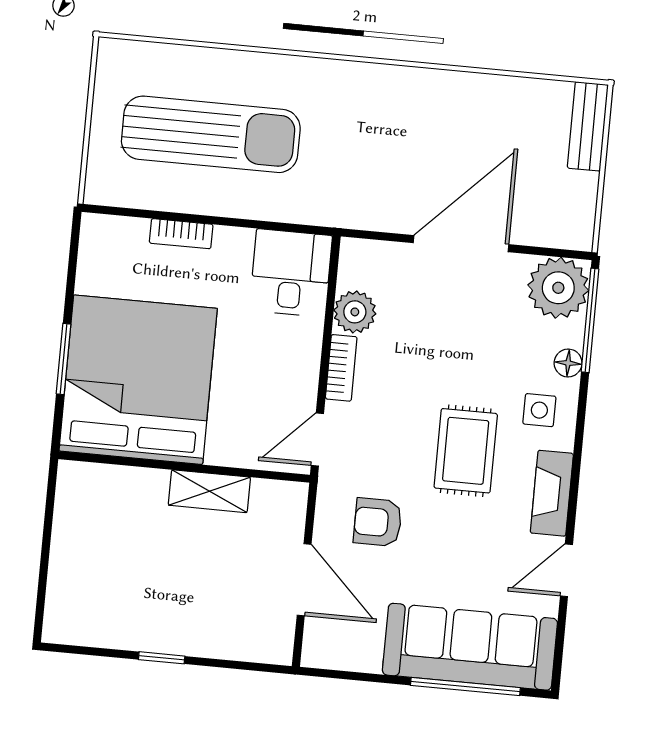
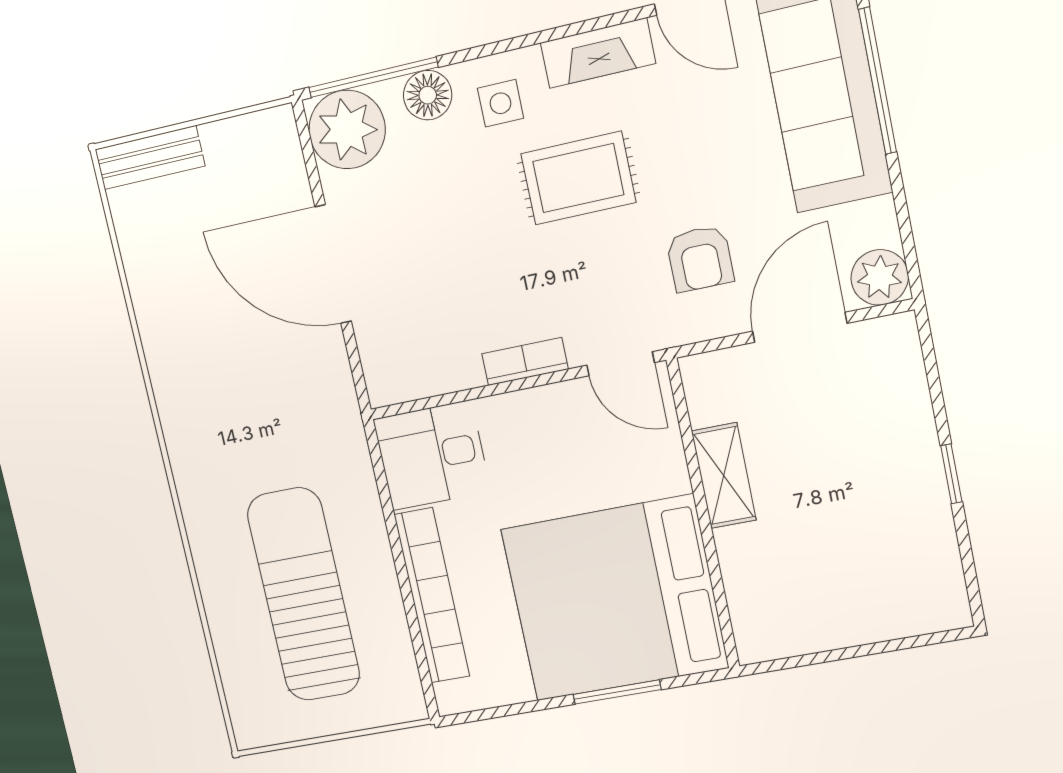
bookcase: (181, 234) -> (432, 595), width x2.31, depth x1.31
plant: (355, 312) -> (880, 277), moved
floor lamp: (568, 363) -> (428, 95), width x1.37, depth x1.37

